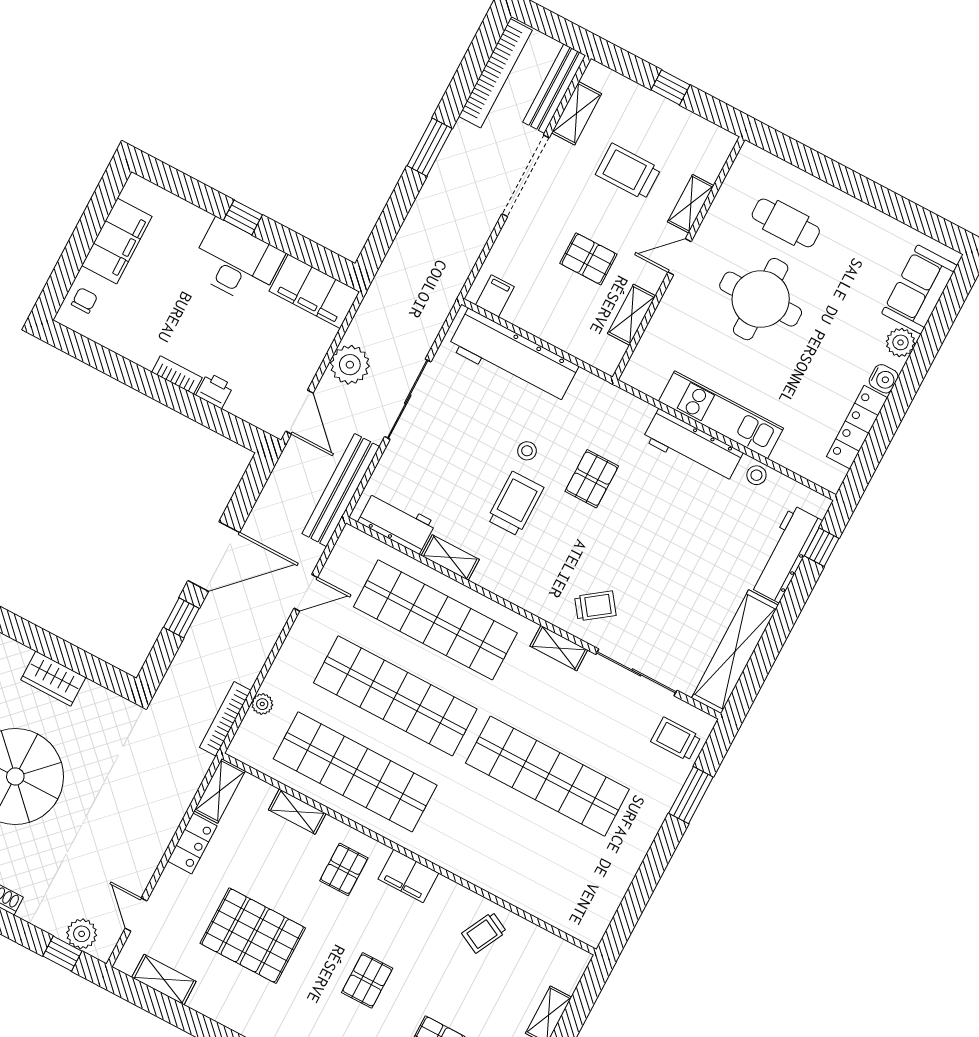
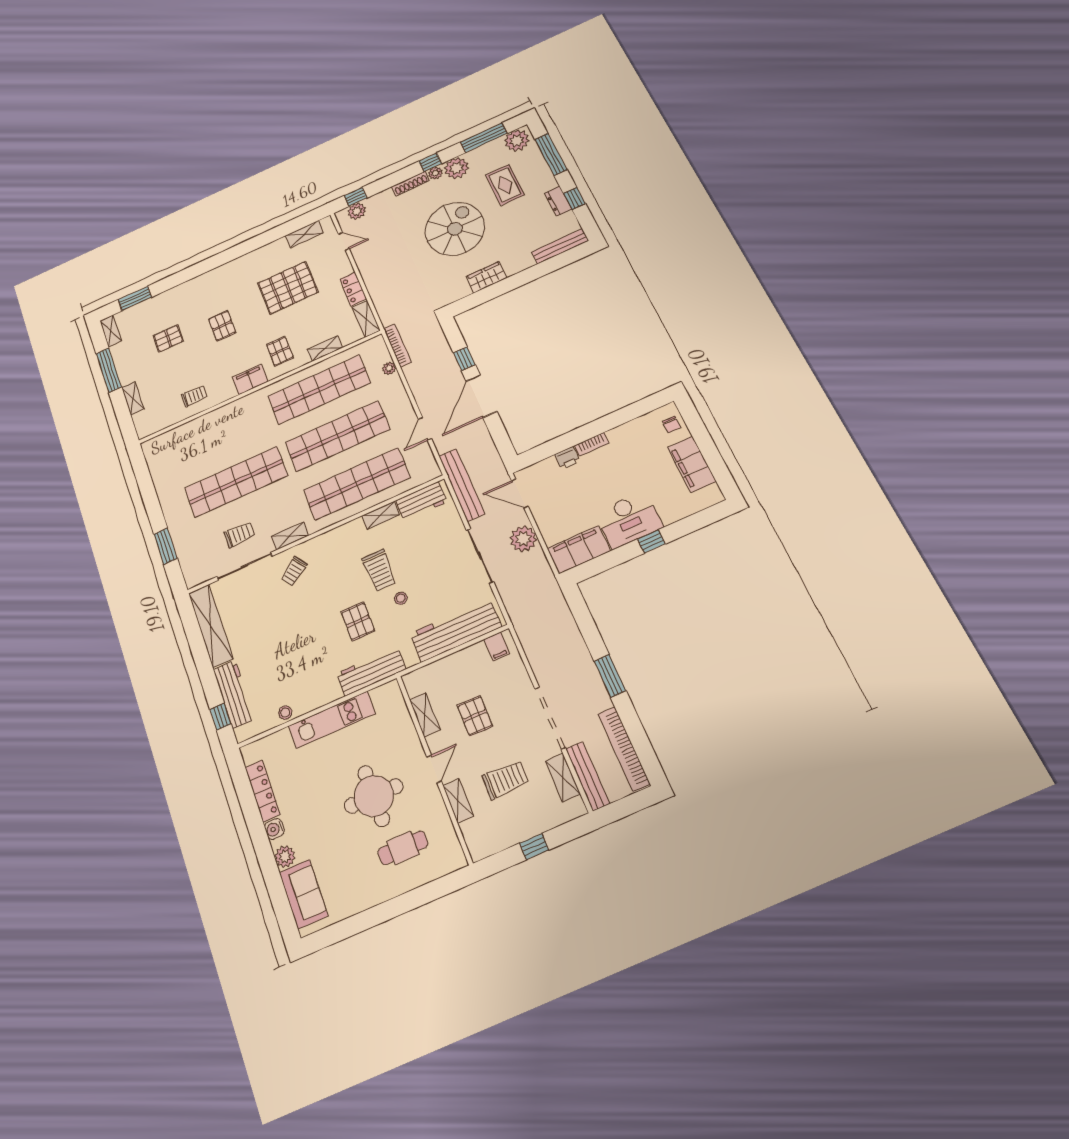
pallet: (588, 259) -> (475, 716), turned 90
workbench: (693, 446) -> (371, 671), moved
trolley: (676, 739) -> (239, 535), moved
trolley: (484, 933) -> (194, 396), turned 63

